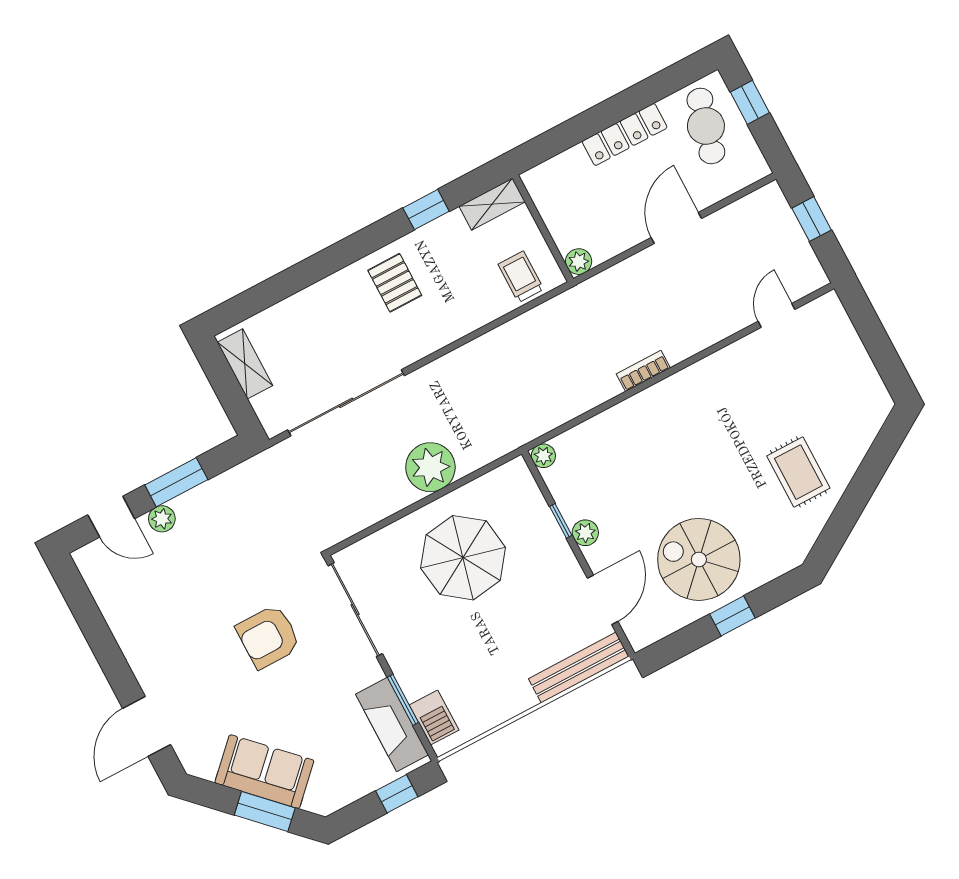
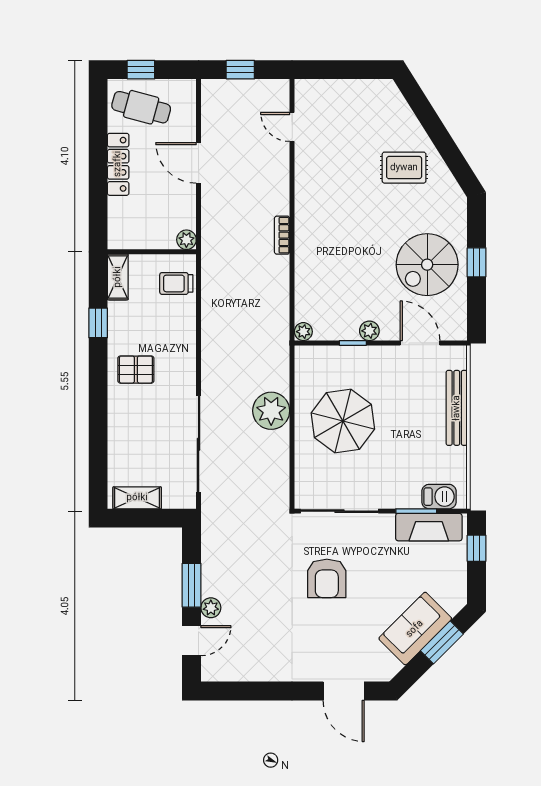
bench: (579, 668) -> (457, 408), moved

